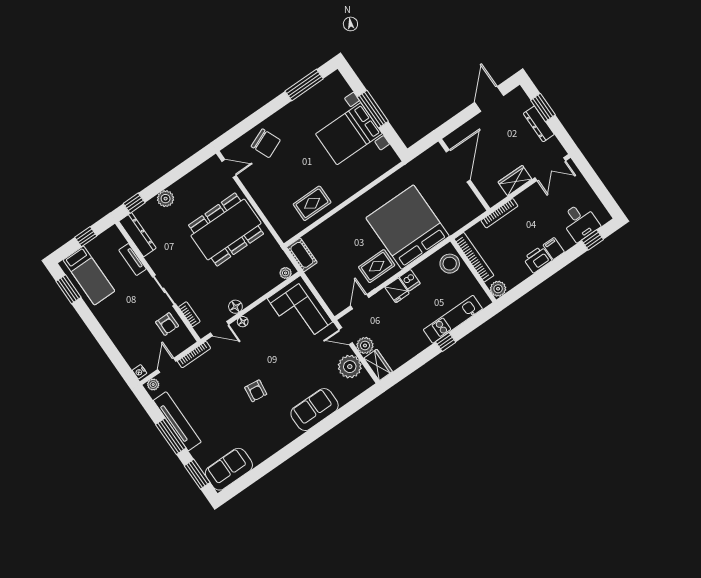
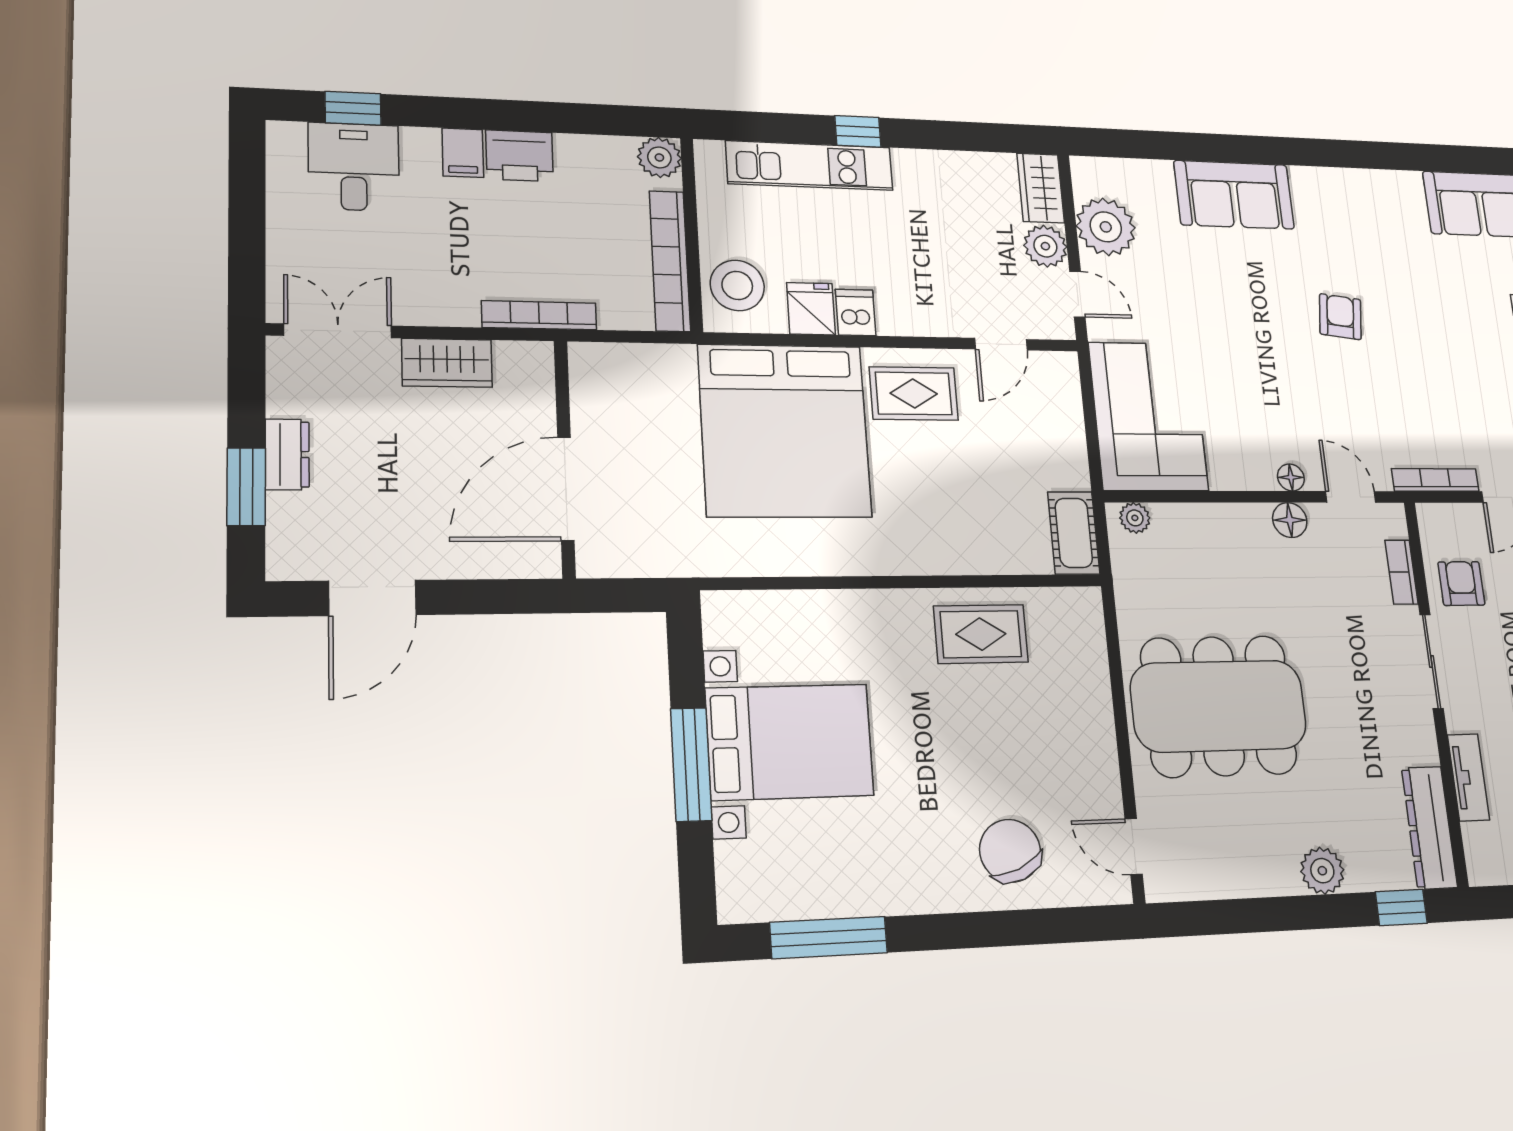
dresser: (539, 124) -> (287, 454), width x0.70
fridge: (397, 290) -> (811, 309), moved

